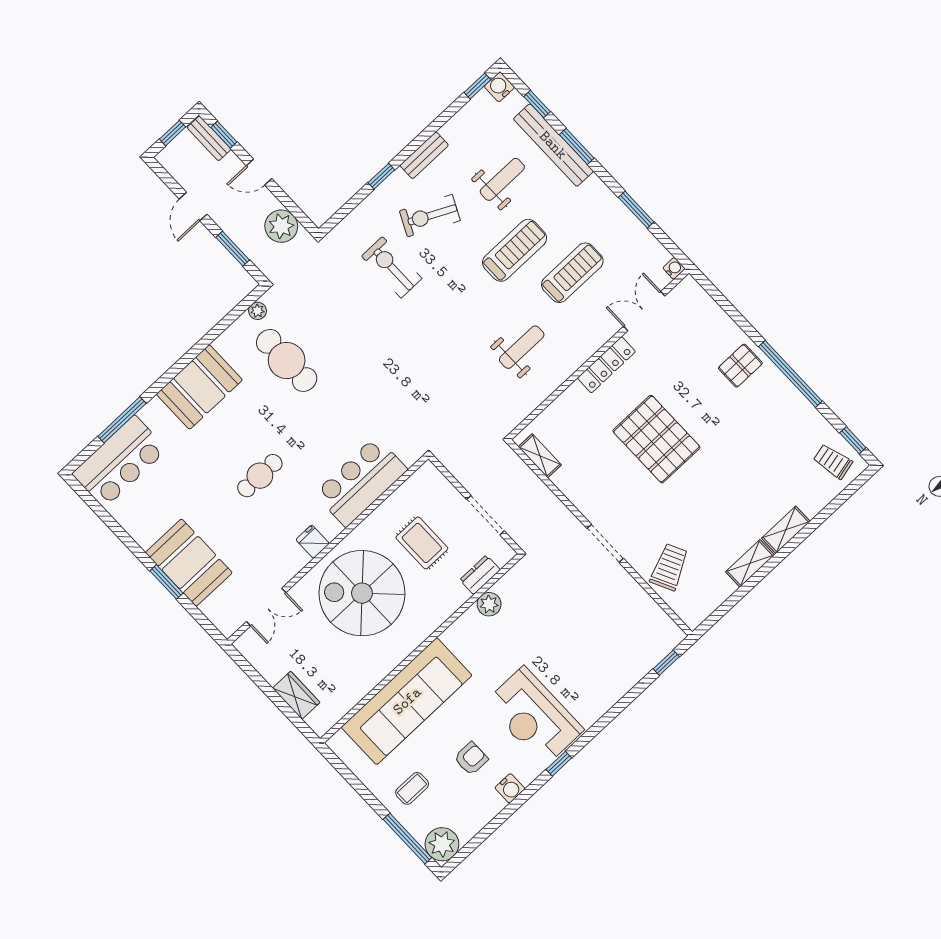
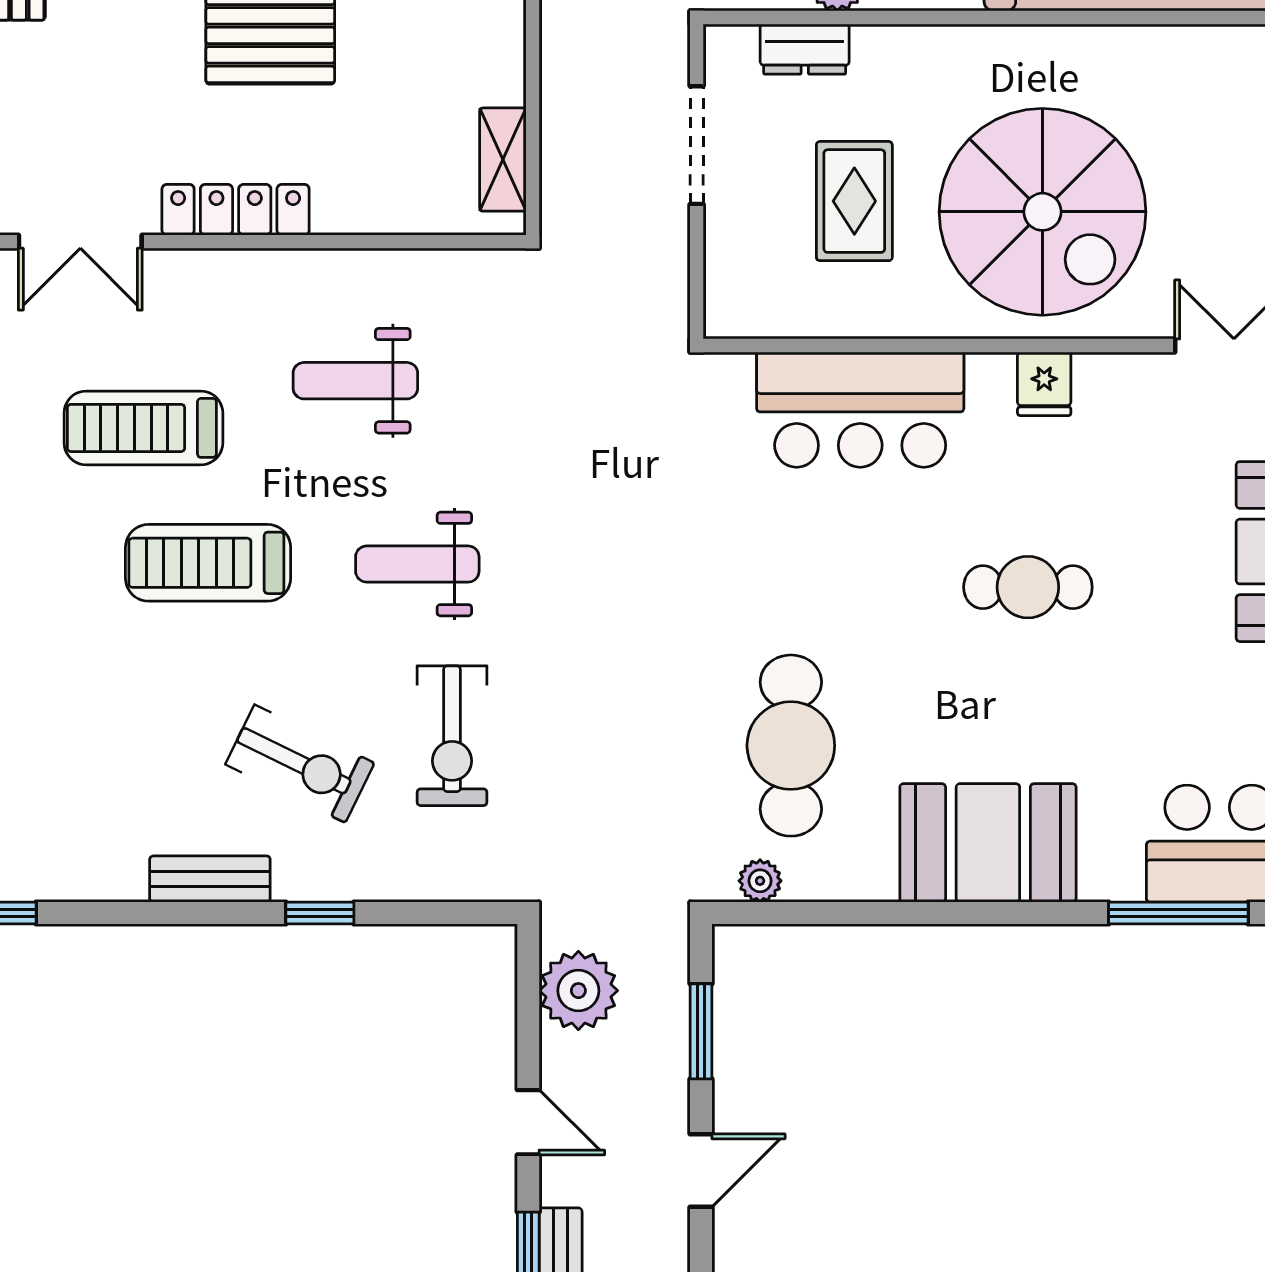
weight bench: (502, 179) -> (417, 564), moved

